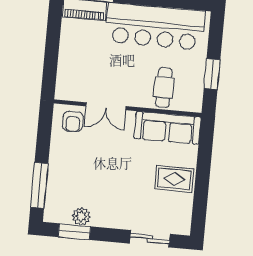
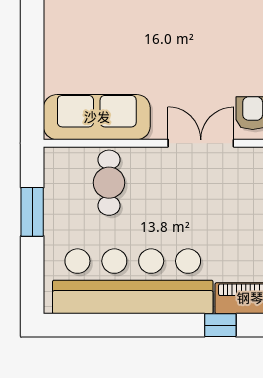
rug: (174, 179) -> (78, 34), removed

